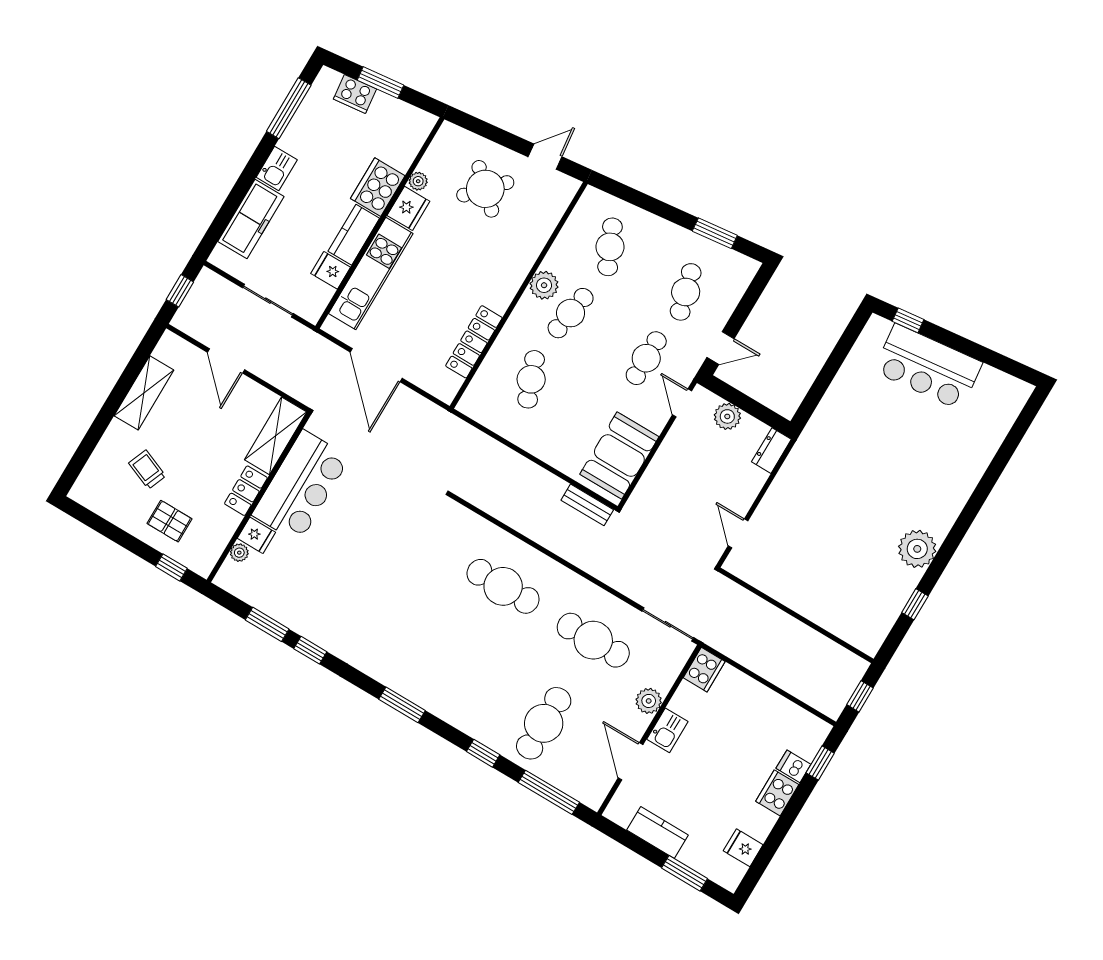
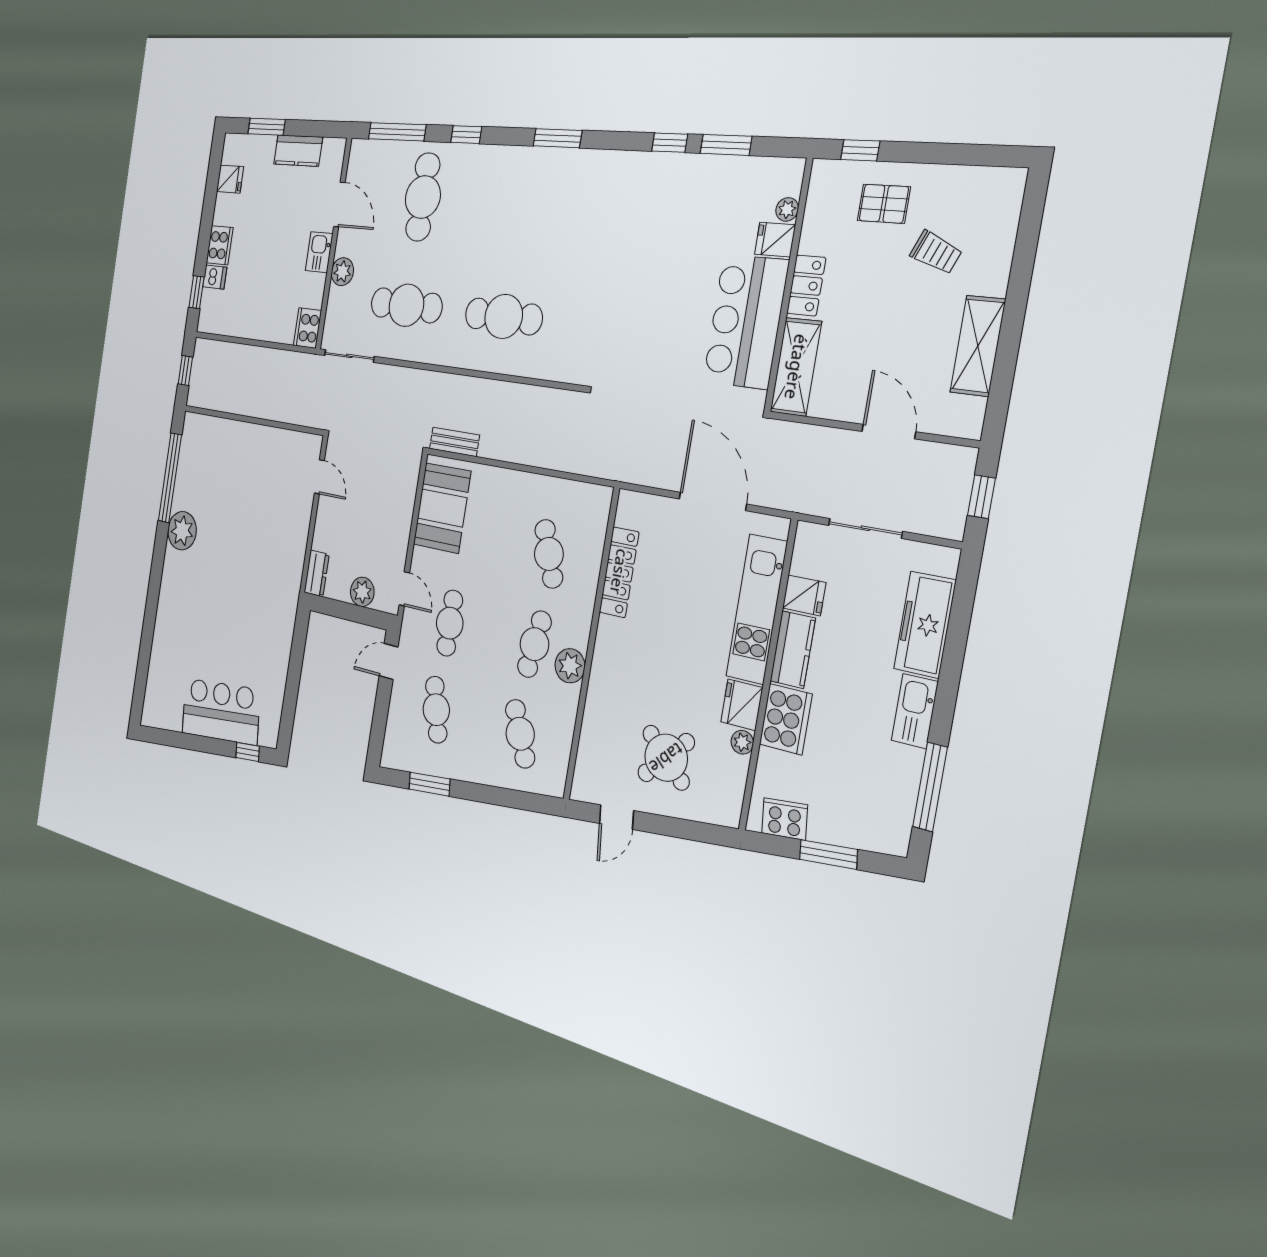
cooker: (355, 94) -> (785, 819), moved
kitchen sink: (277, 169) -> (915, 711), width x1.38
window: (915, 604) -> (170, 478), width x3.17

